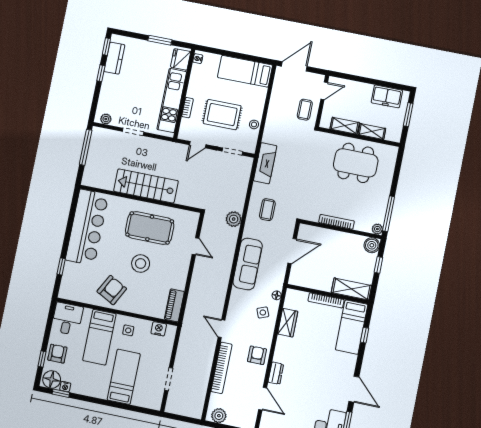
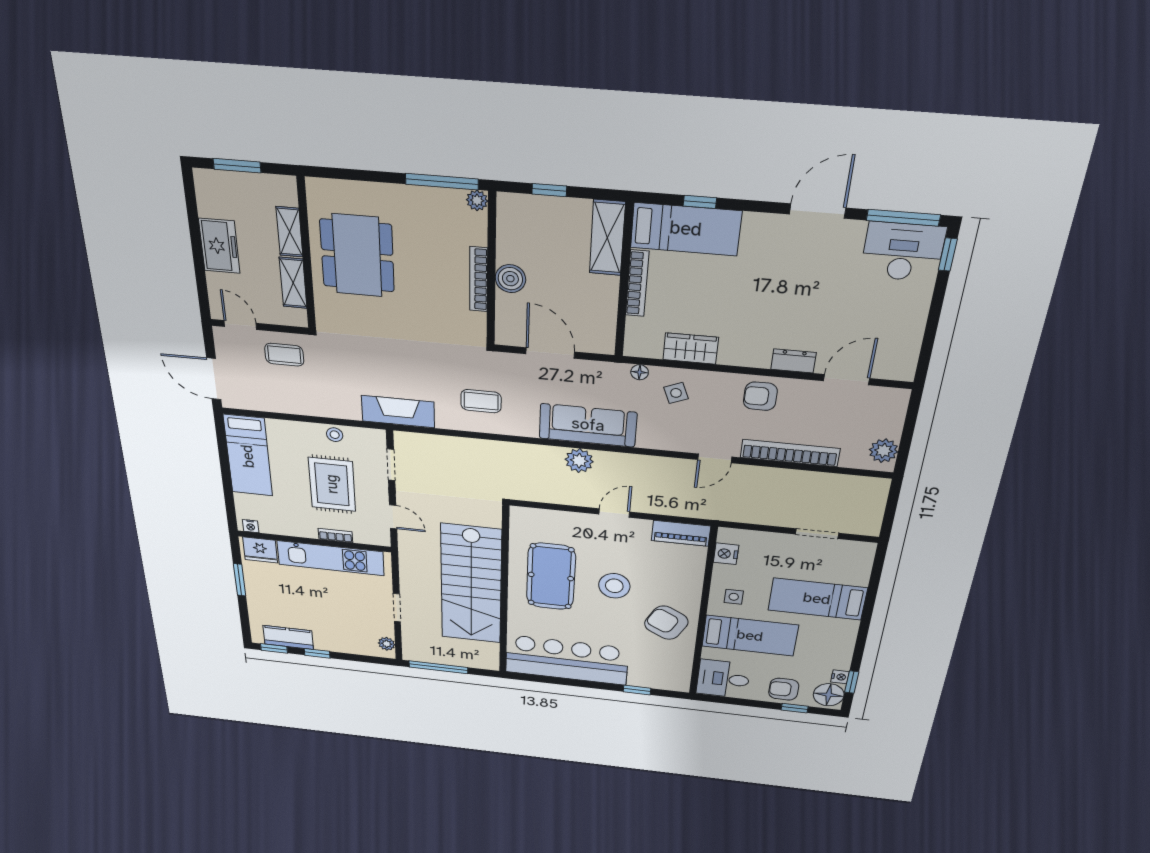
freezer: (387, 96) -> (219, 246), moved
stairs: (146, 186) -> (471, 584), width x1.36, depth x1.51
plant: (234, 219) -> (579, 461), moved
boiler: (372, 245) -> (510, 279), moved
door: (196, 246) -> (614, 513), moved

